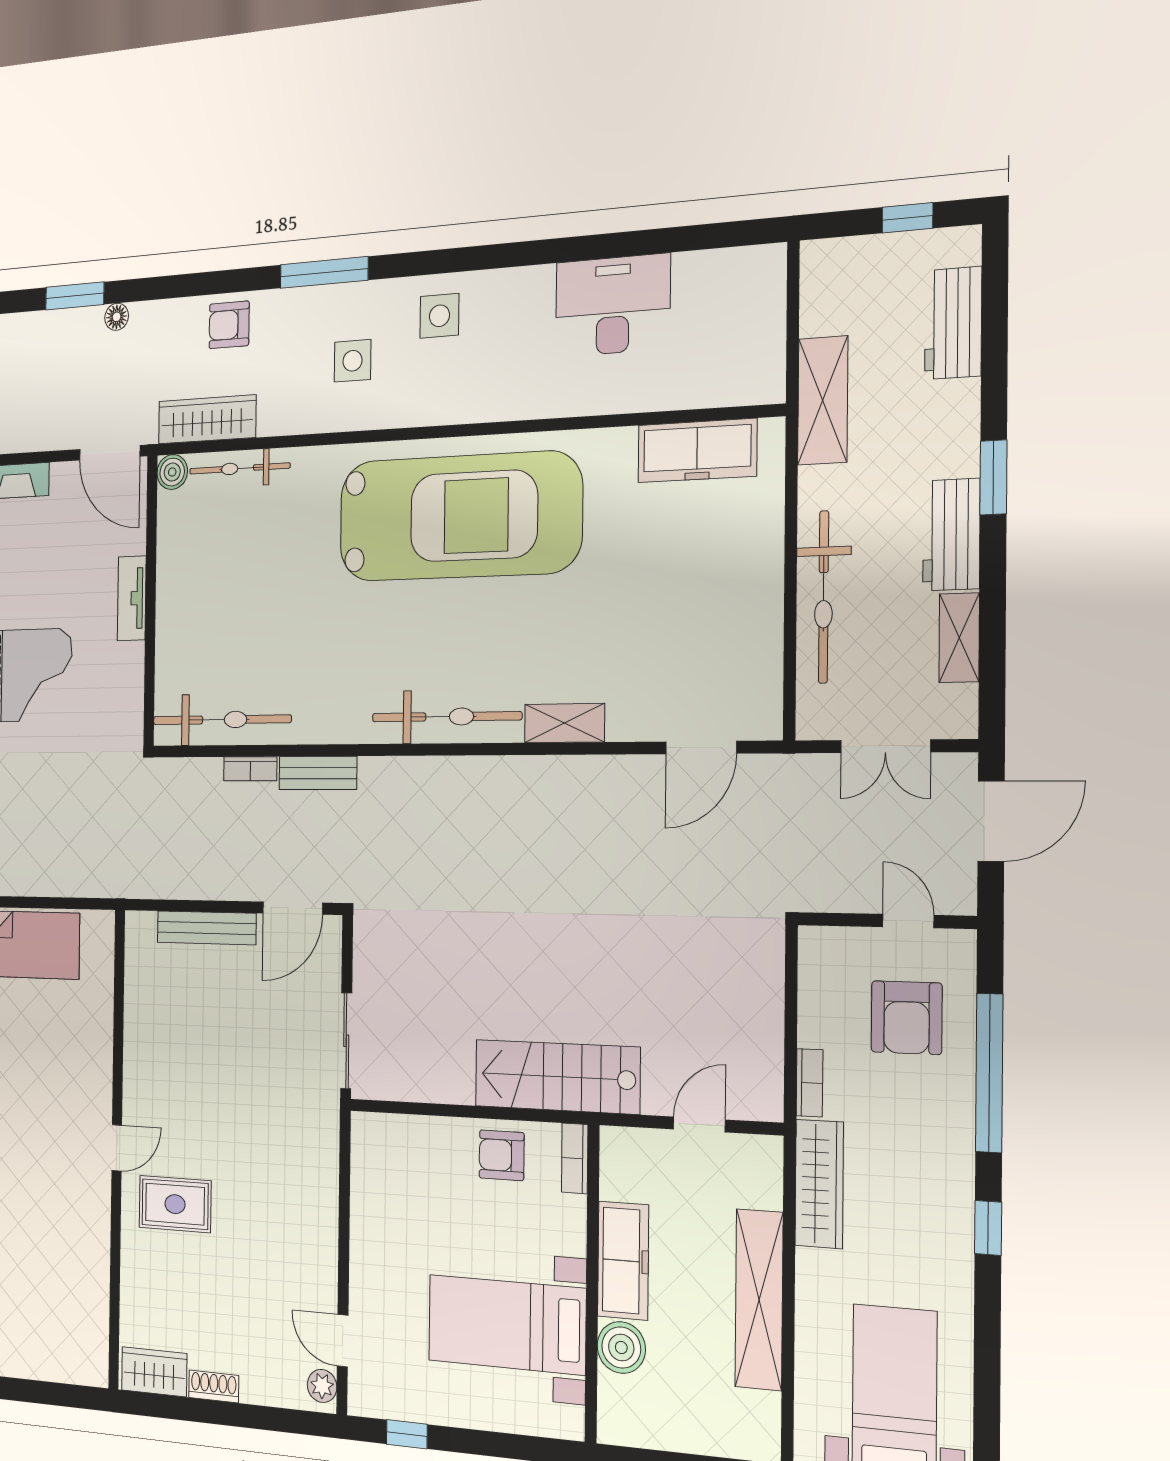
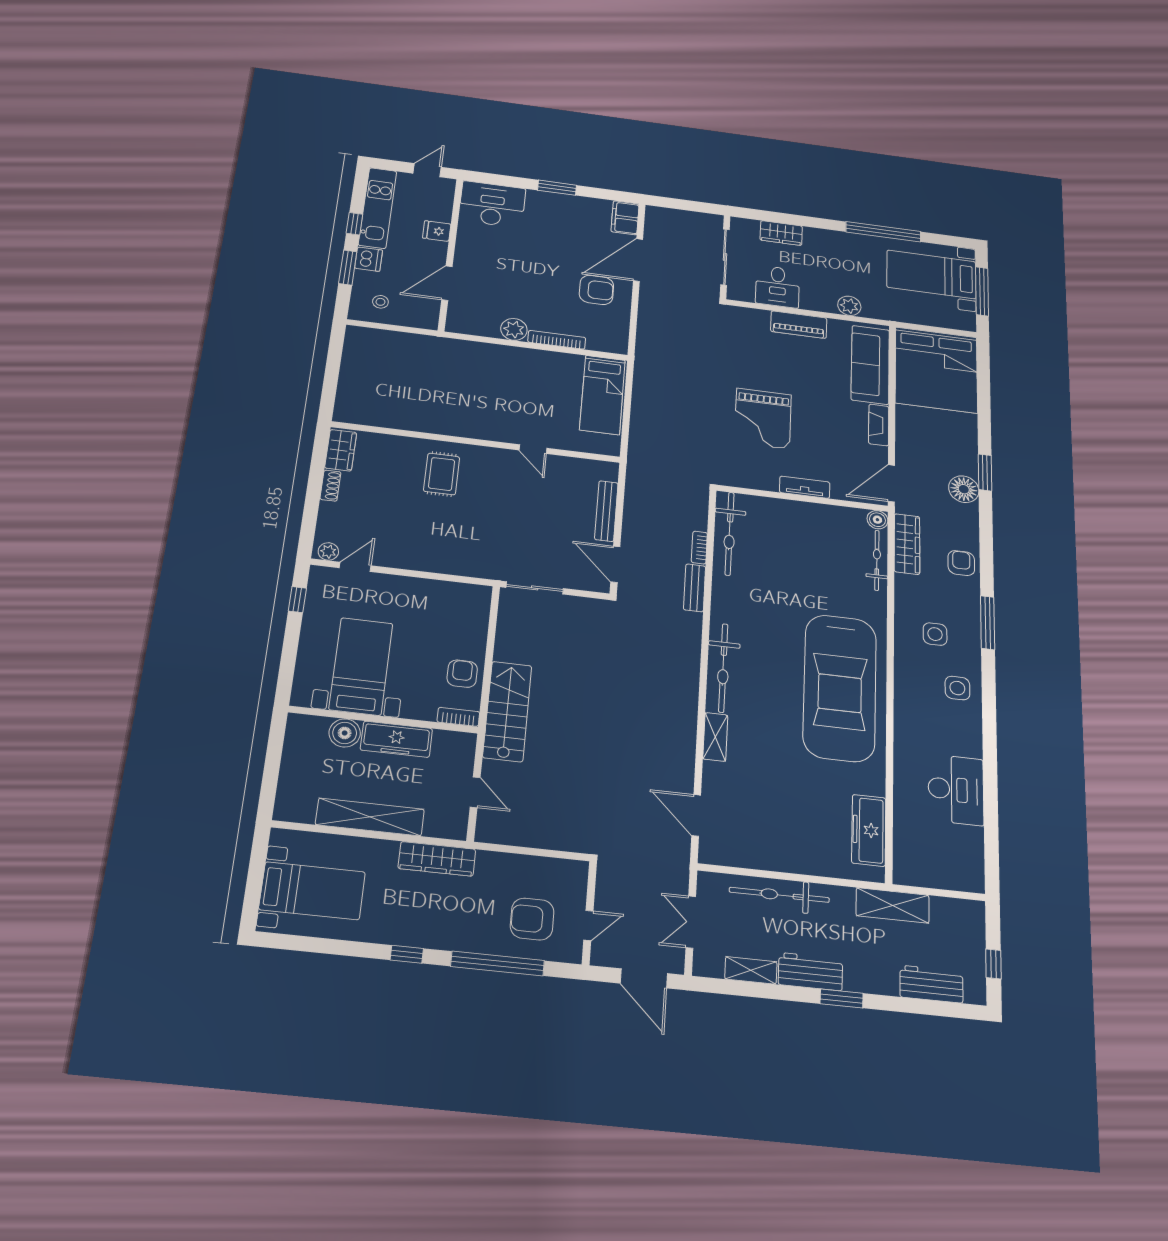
floor lamp: (117, 317) -> (964, 489), width x1.89, depth x1.89
bookcase: (810, 1083) -> (497, 859), removed
door: (117, 1148) -> (533, 449), moved

